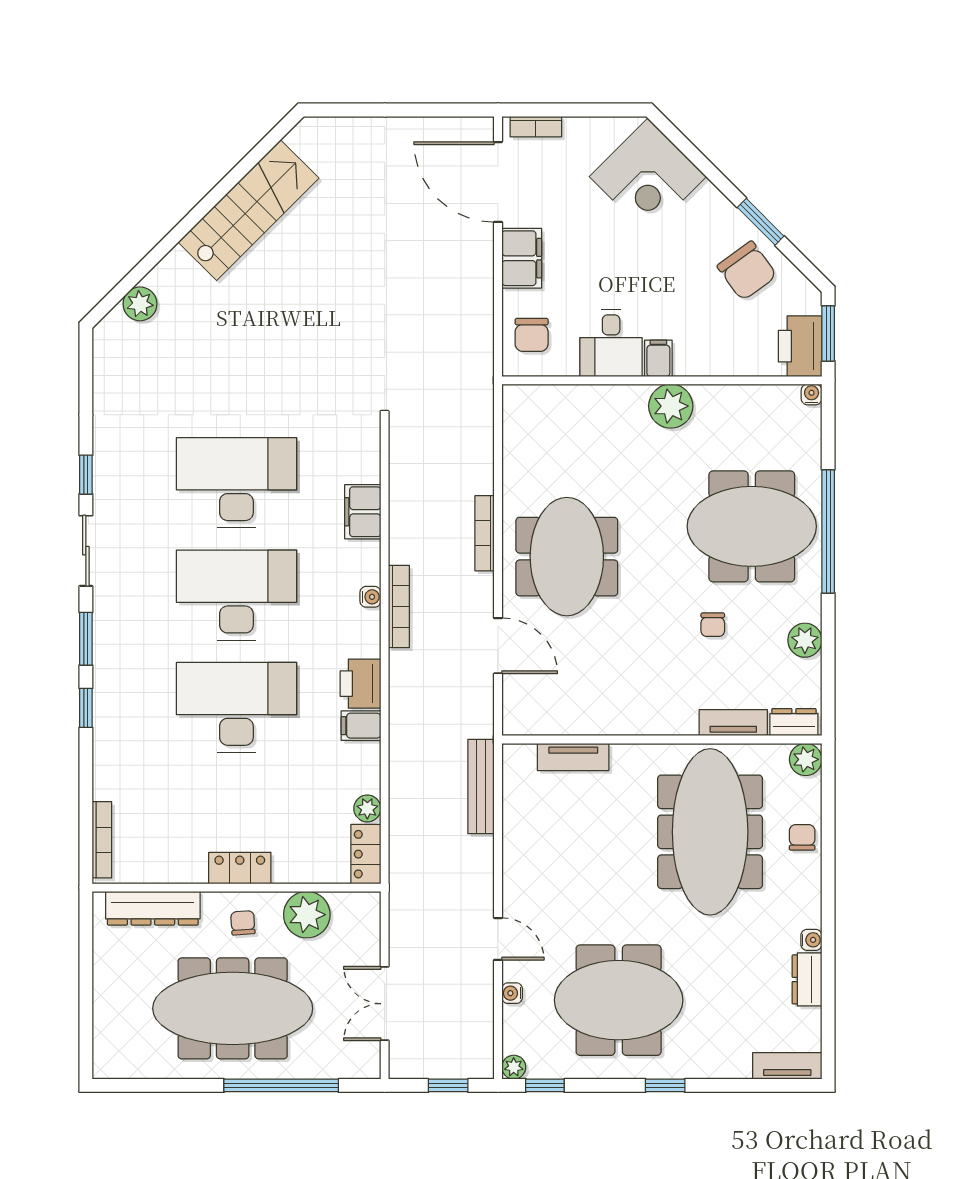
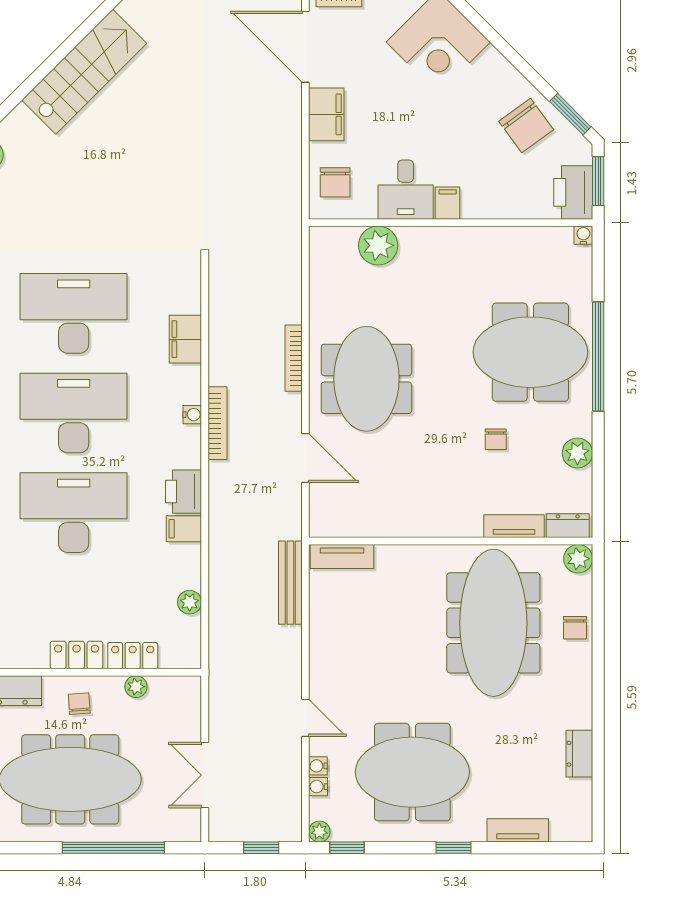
window: (761, 222) -> (570, 114), moved
plant: (671, 406) -> (378, 245), moved
tv unit: (573, 757) -> (342, 556), moved
chair: (802, 837) -> (575, 628), turned 180
locker: (366, 854) -> (133, 656), moved, turned 90
plant: (307, 915) -> (136, 687), width x0.53, depth x0.53
water cooler: (811, 940) -> (318, 787), moved, turned 180
tv unit: (787, 1066) -> (518, 830), moved

